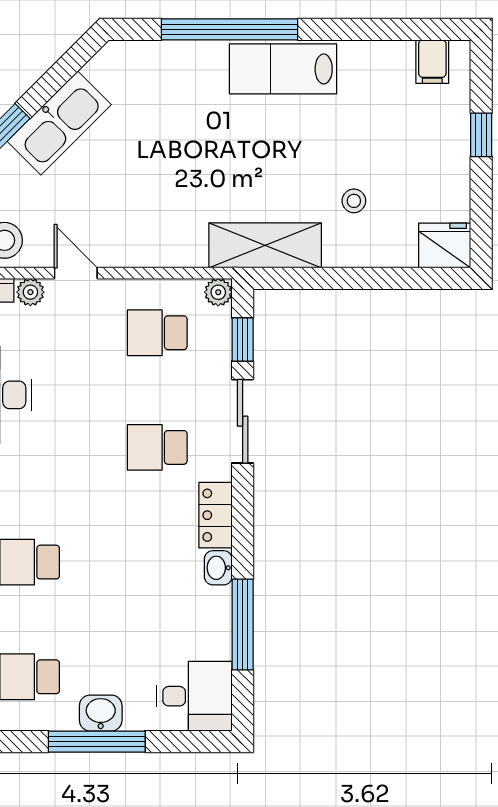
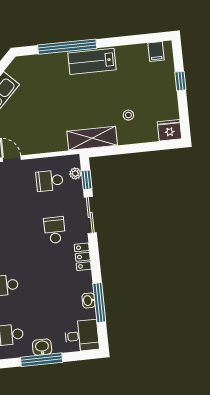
plant: (218, 292) -> (75, 173), moved
school desk: (157, 447) -> (55, 230), turned 90
washbasin: (218, 568) -> (88, 300), moved

